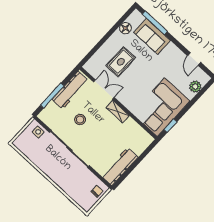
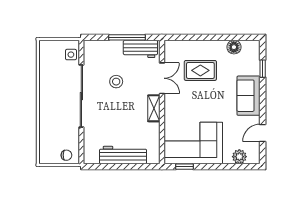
window: (155, 23) -> (263, 69), width x0.46
sofa: (152, 36) -> (248, 96), moved
workbench: (70, 90) -> (140, 49), width x0.73
window: (52, 95) -> (127, 37), moved
workbench: (120, 167) -> (123, 155), moved

